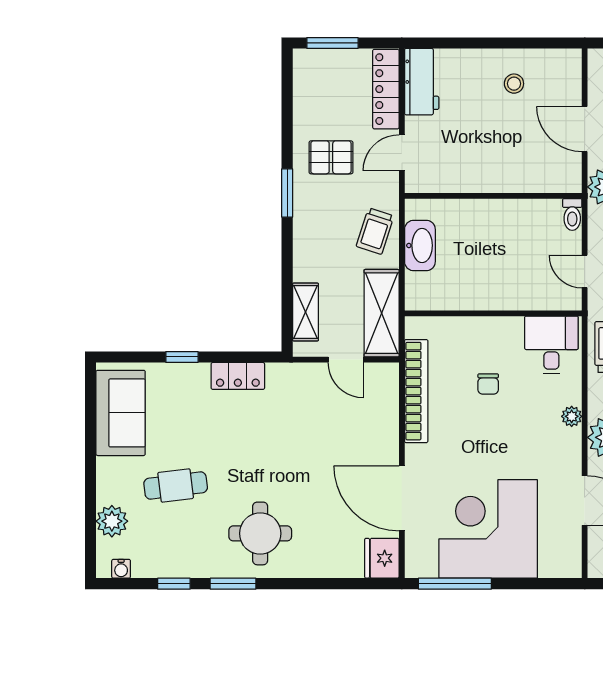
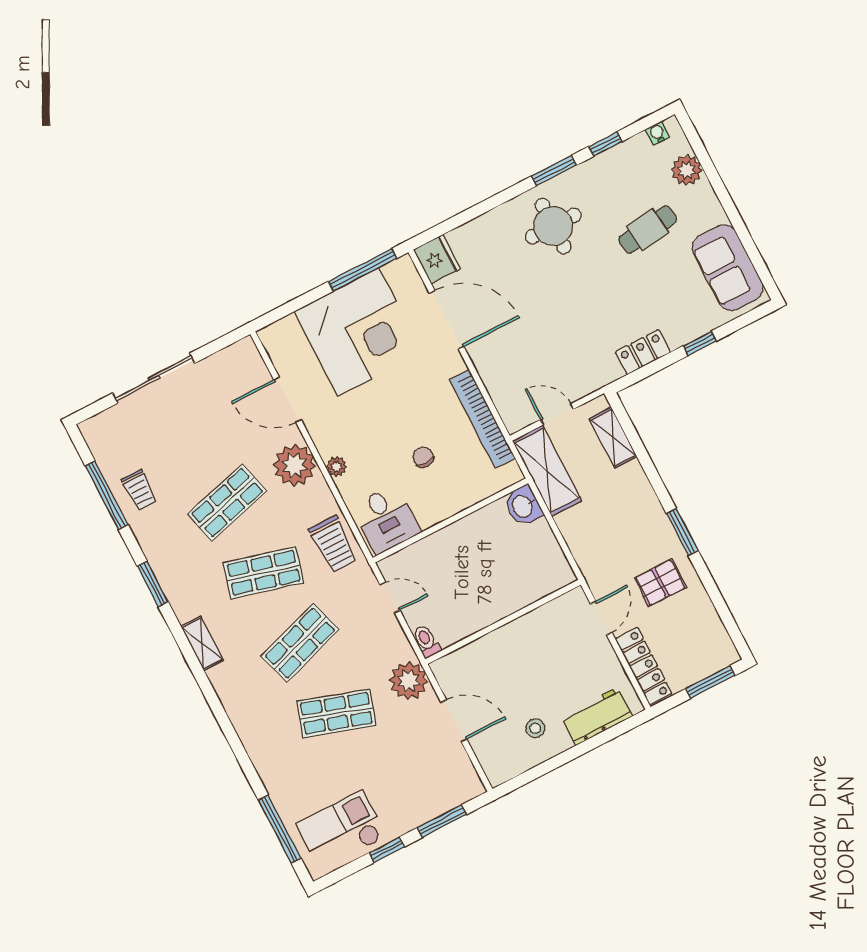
workbench: (422, 82) -> (597, 716), moved, turned 90
trolley: (375, 231) -> (589, 539), removed
washbasin: (420, 245) -> (523, 506), moved, width x0.72

